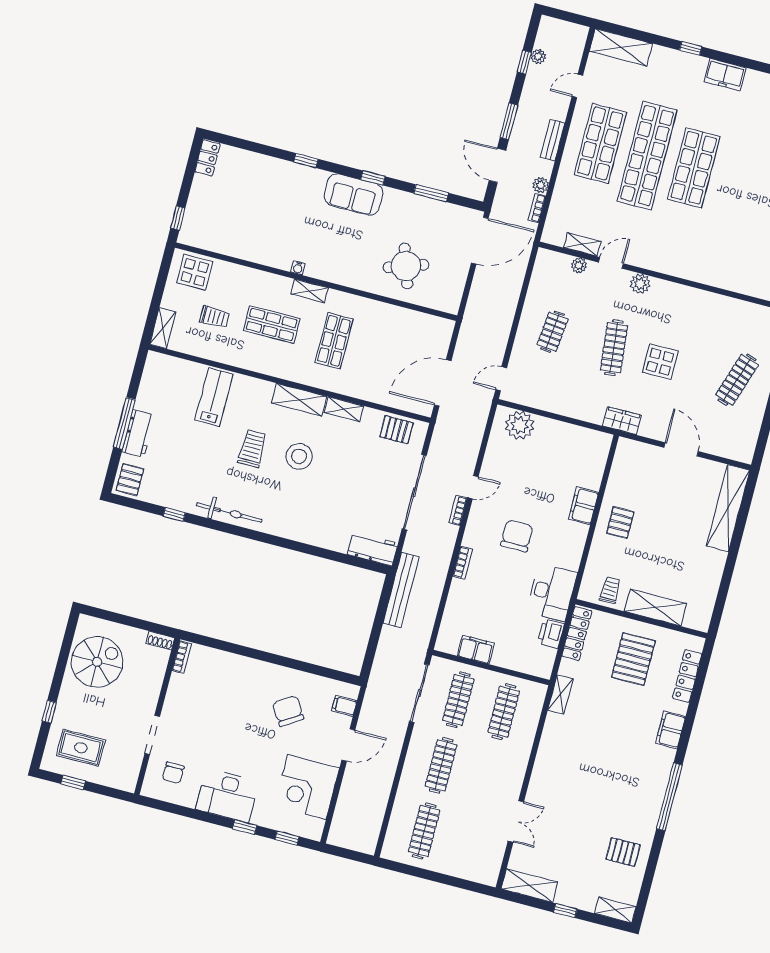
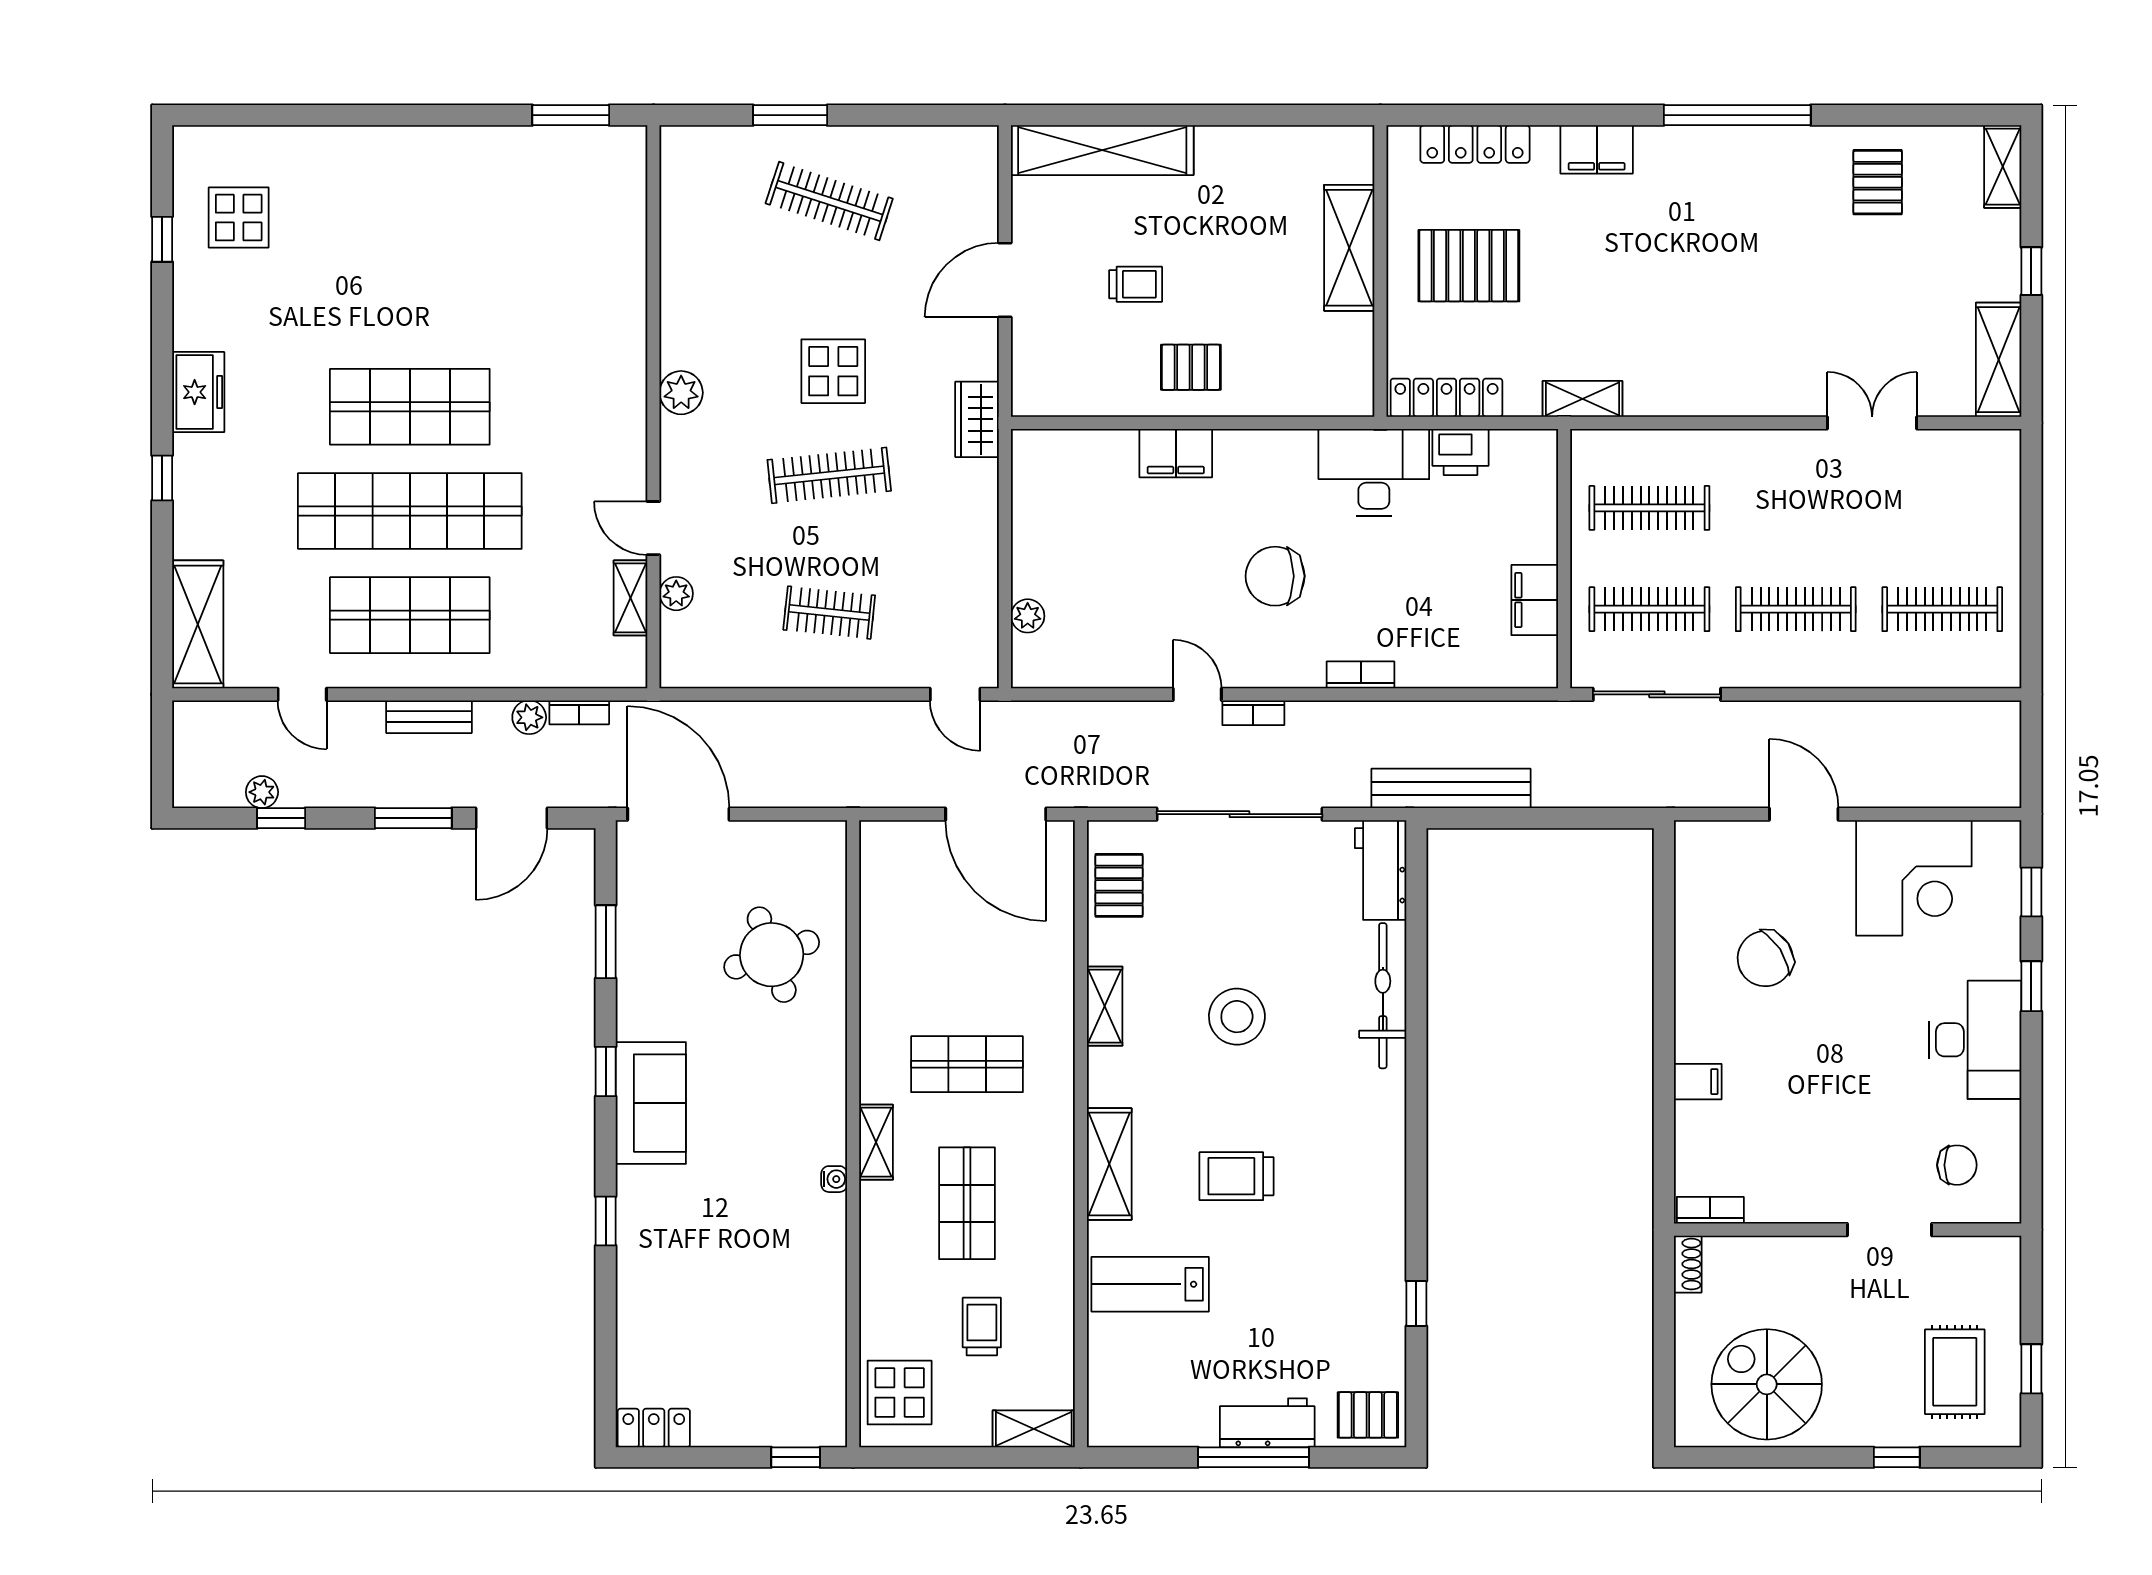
plant: (640, 284) -> (681, 393), moved
shelving: (299, 400) -> (1109, 1164), moved
plant: (520, 425) -> (1028, 616), width x0.53, depth x0.53
stool: (299, 456) -> (1237, 1017), moved
bicycle: (229, 513) -> (1383, 996), moved
trolley: (610, 590) -> (1136, 284), moved, turned 180
filing cabinet: (344, 706) -> (1698, 1082), moved, turned -90

